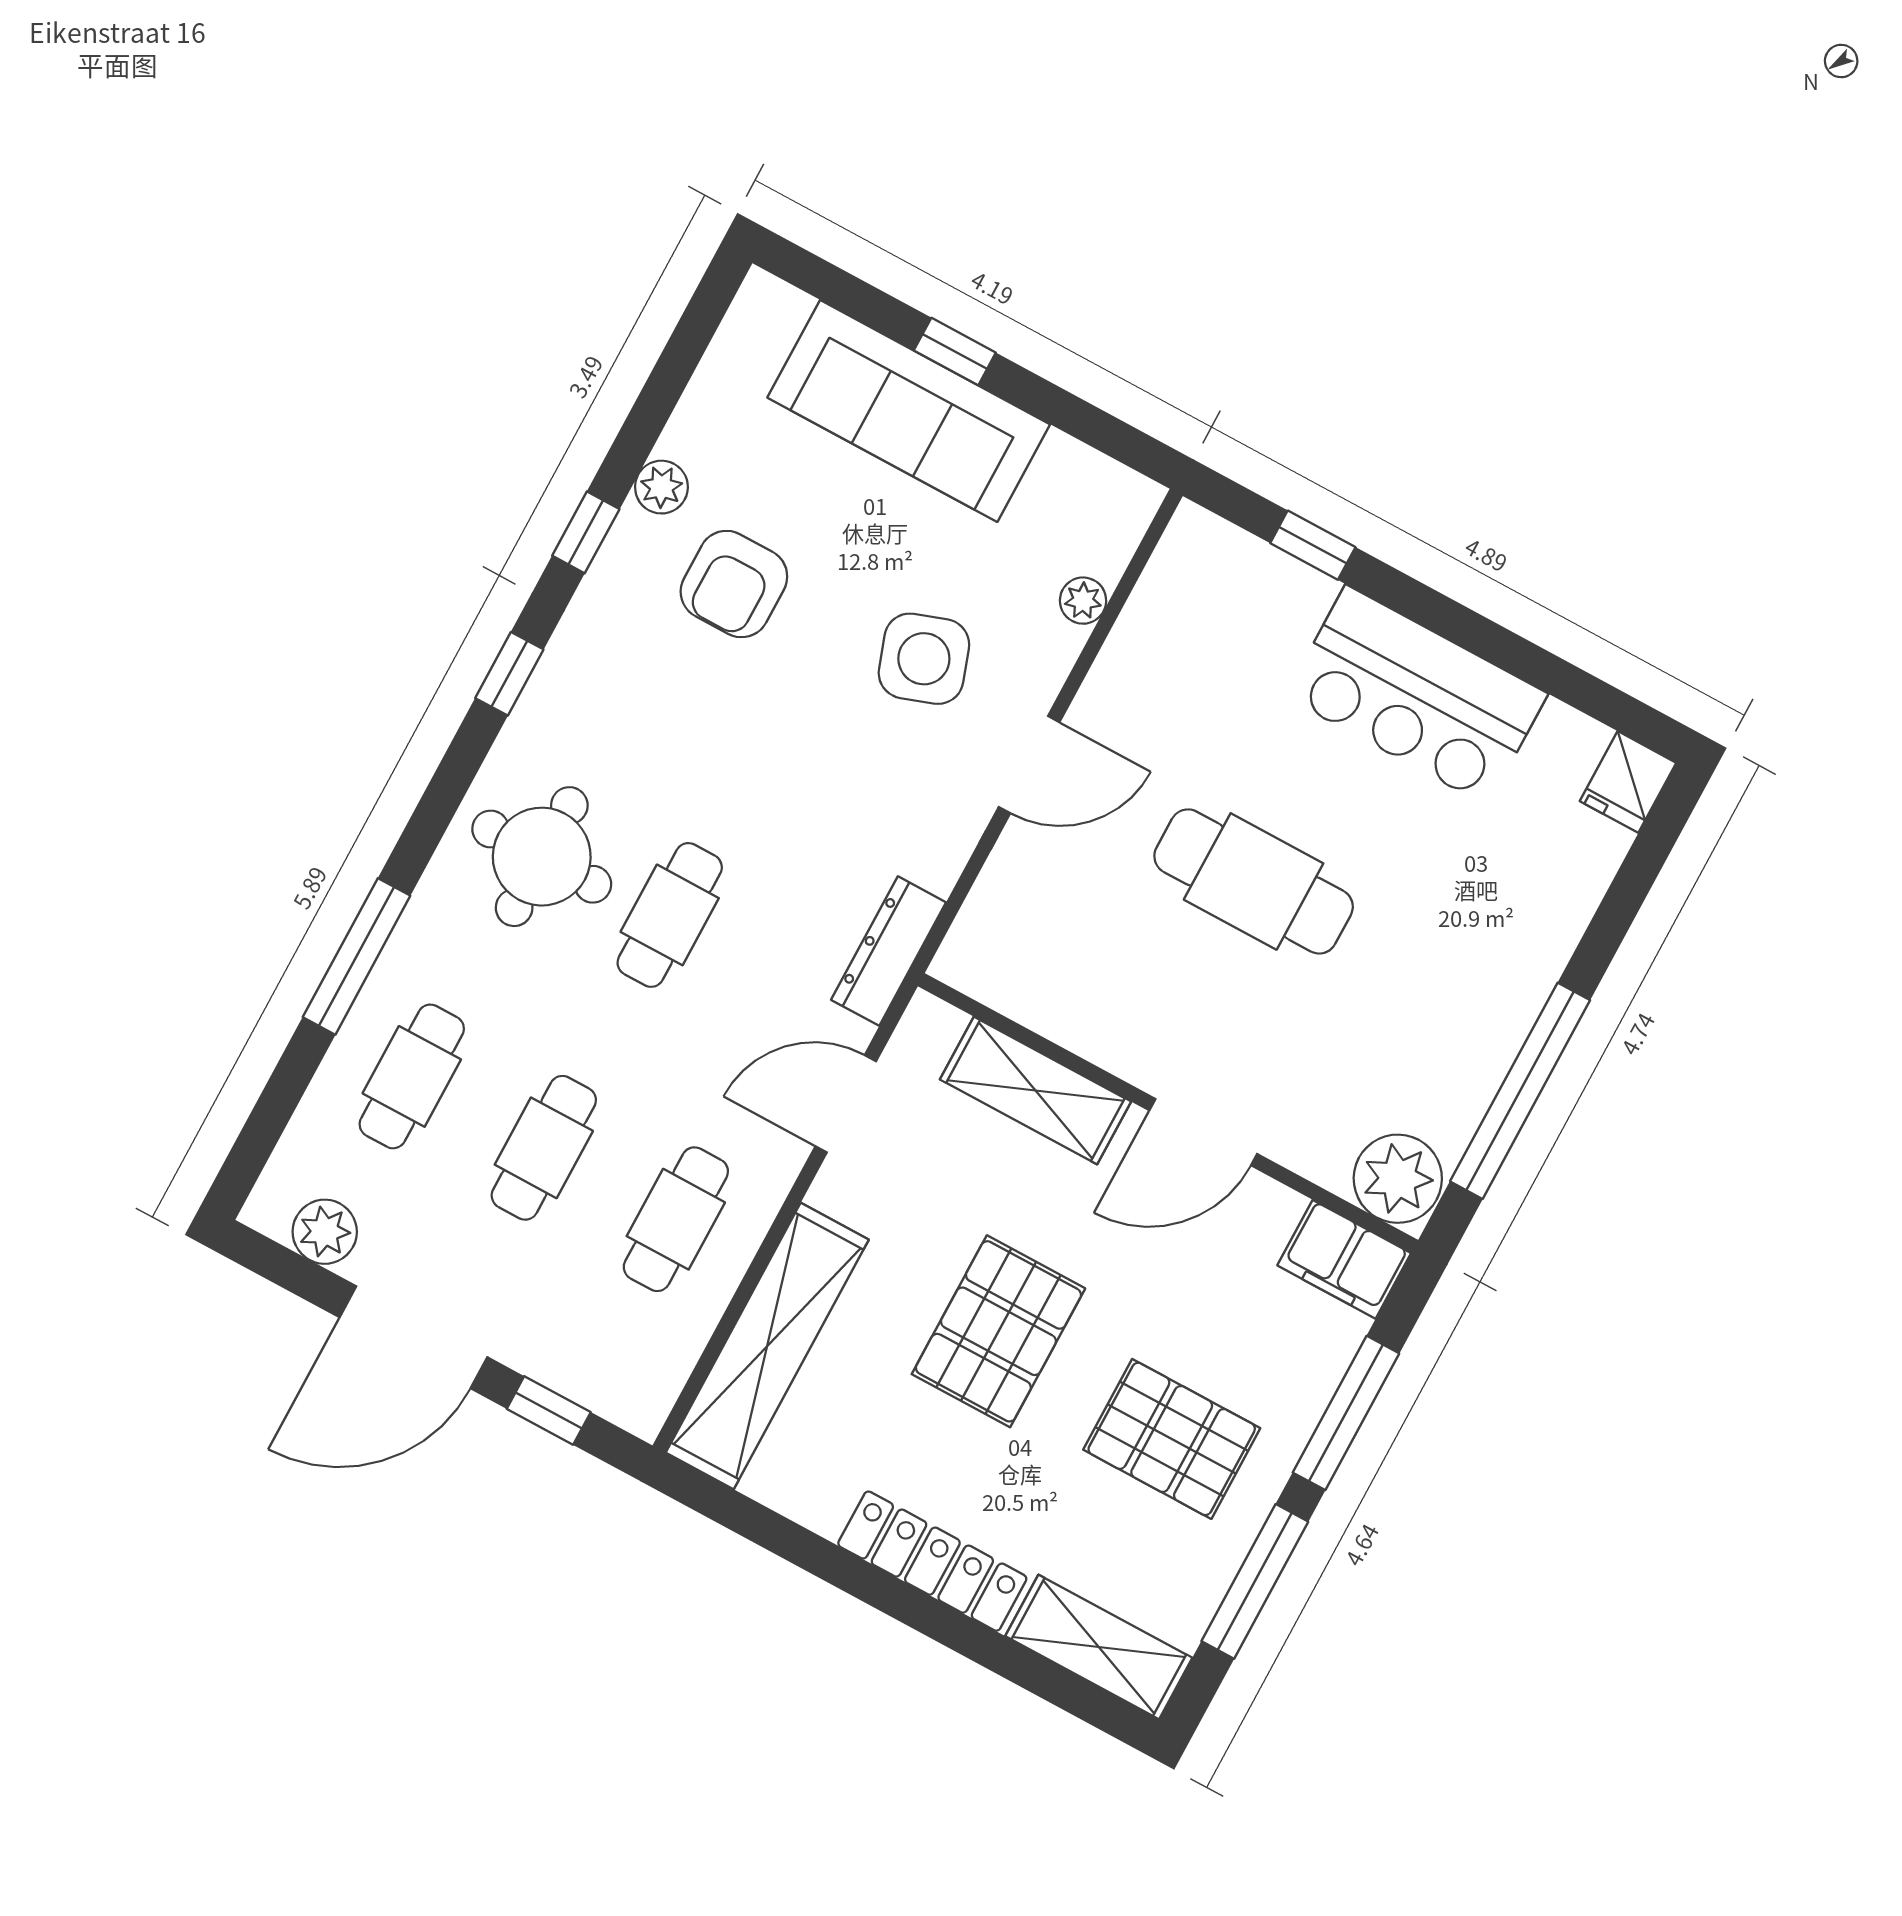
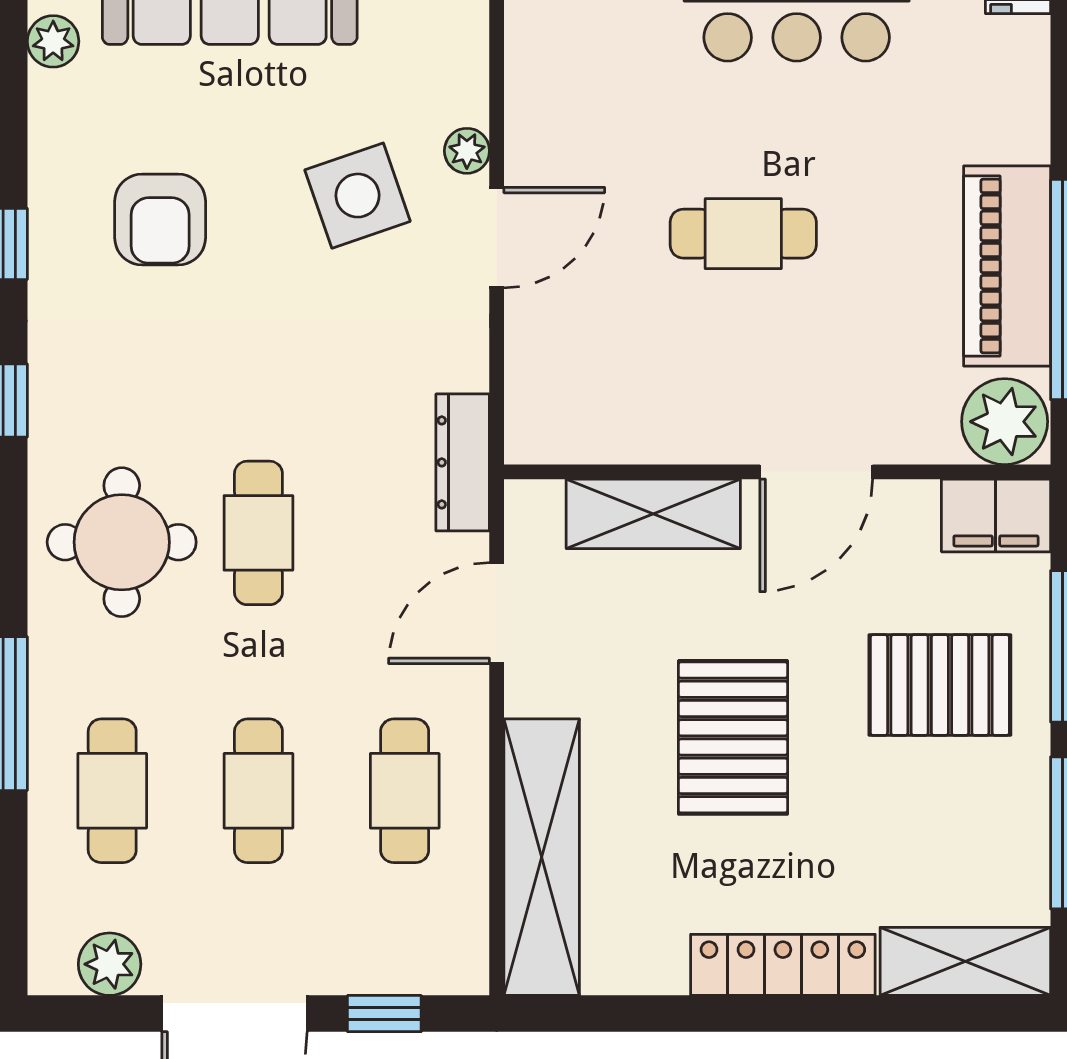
plant: (661, 487) -> (53, 41), moved
plant: (1083, 601) -> (467, 151), moved
cafe table: (1254, 881) -> (743, 234), width x0.73, depth x0.74
piano: (1476, 1039) -> (1007, 266), added
pallet: (1172, 1439) -> (940, 685), moved

